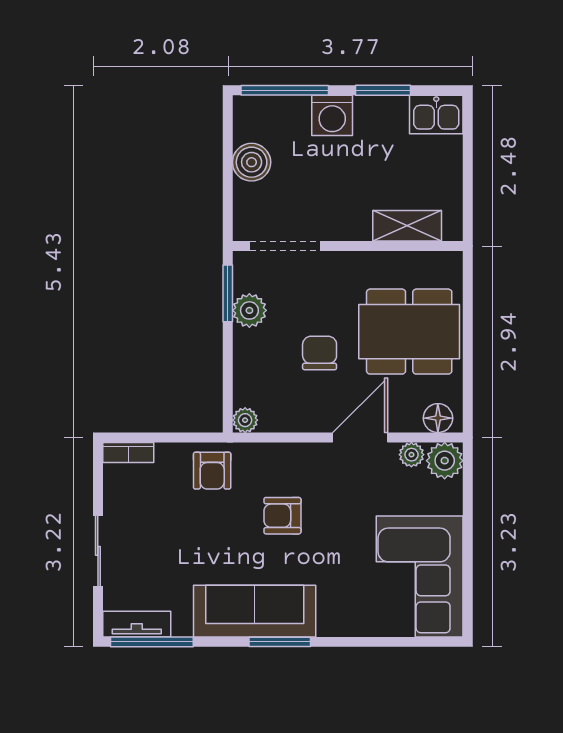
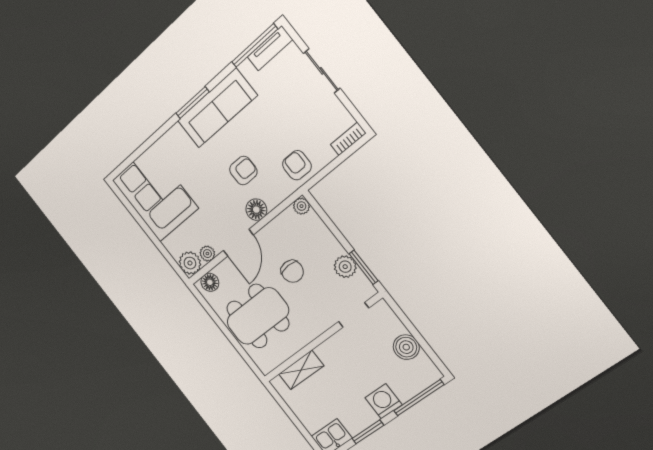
doorway: (285, 246) -> (354, 315), width x0.73
floor lamp: (304, 459) -> (256, 210), added

